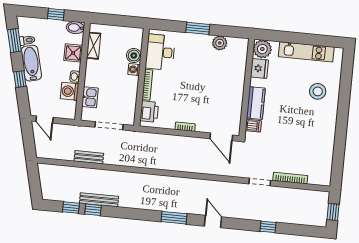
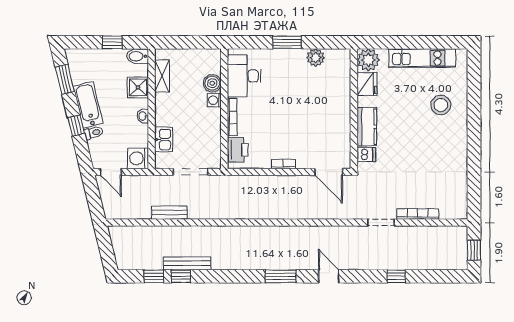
toilet: (27, 40) -> (94, 133), moved
washing machine: (69, 91) -> (138, 158), moved

